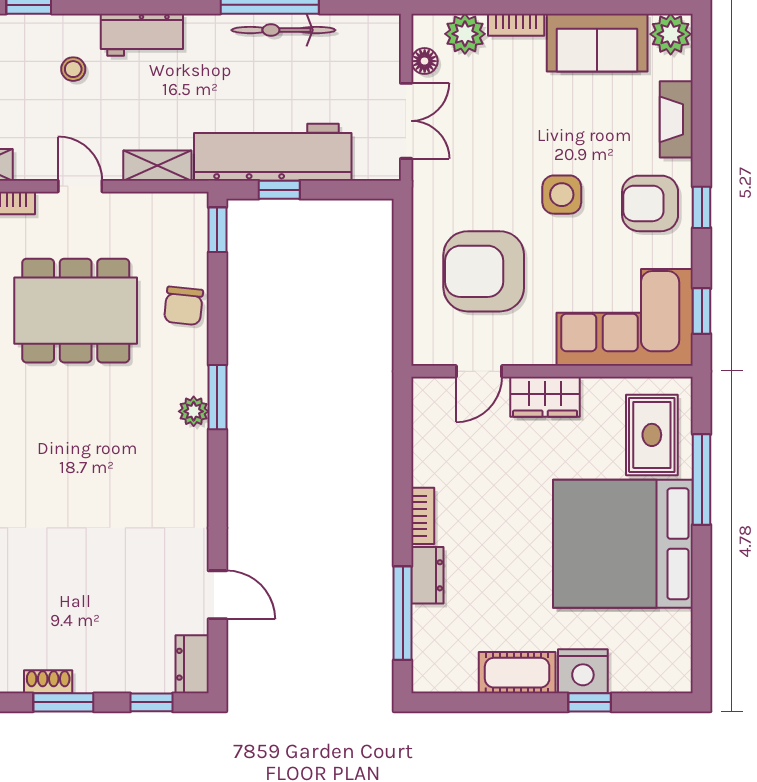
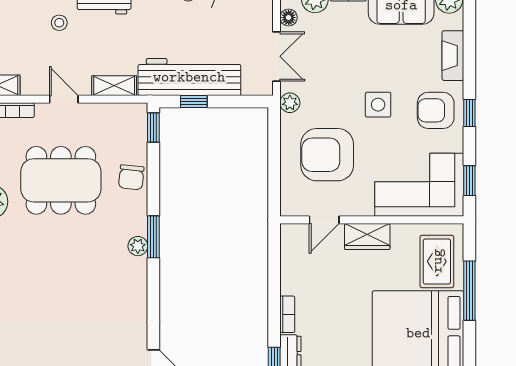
plant: (427, 192) -> (290, 103), added

